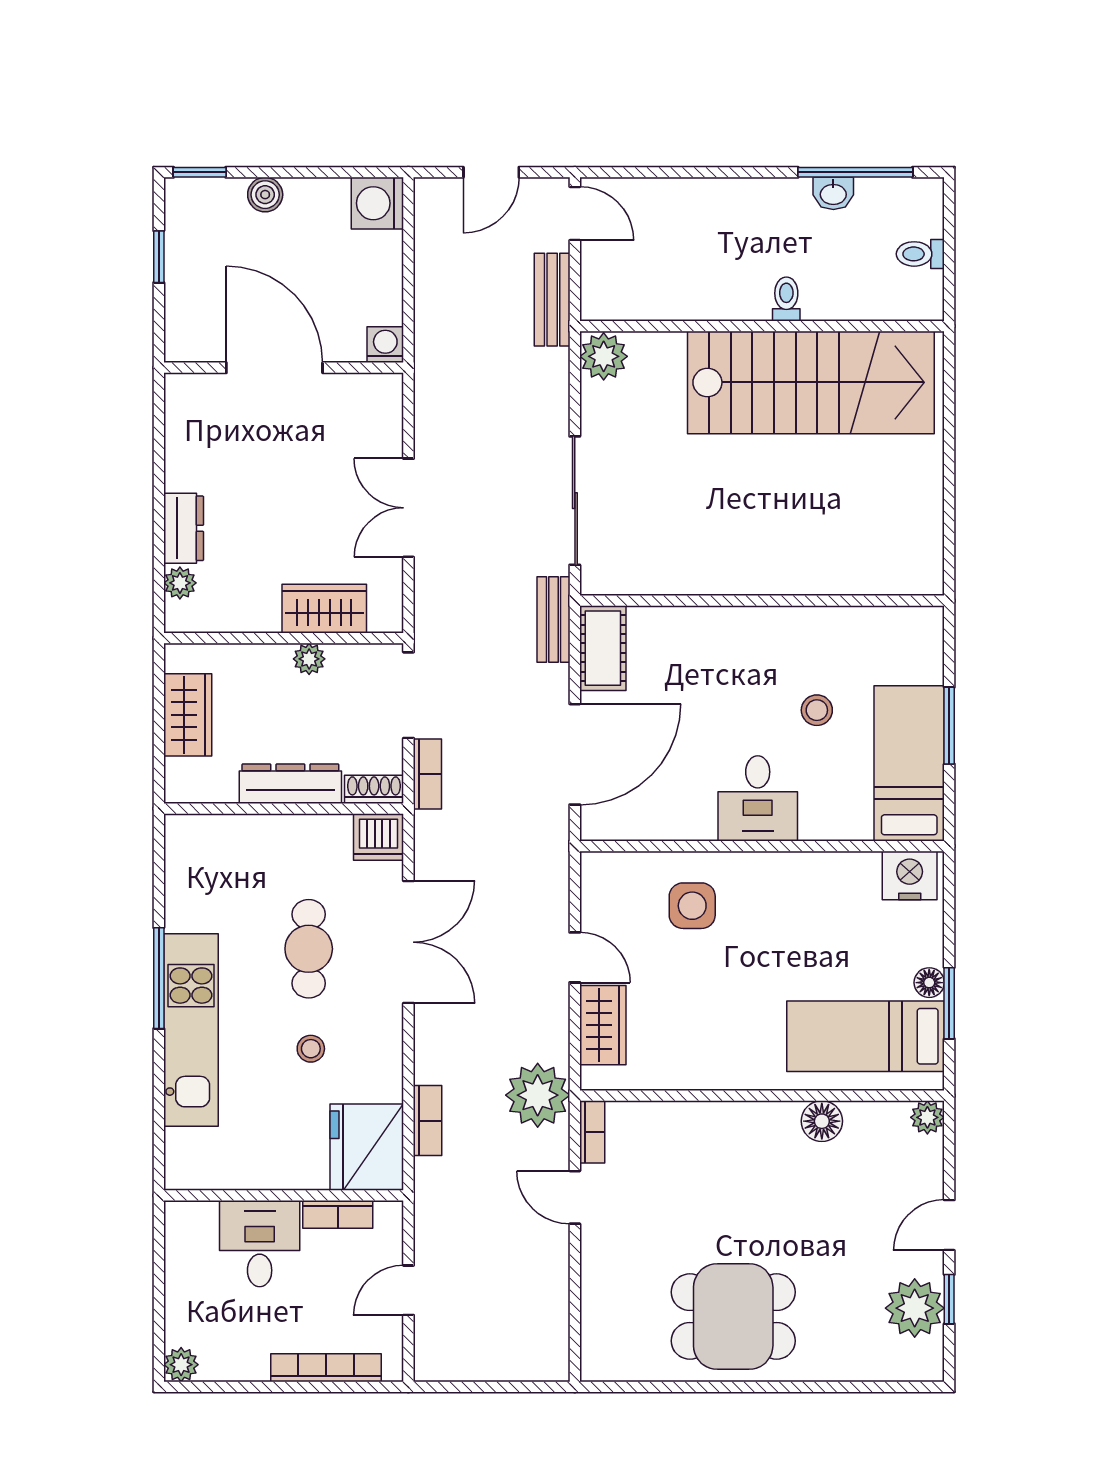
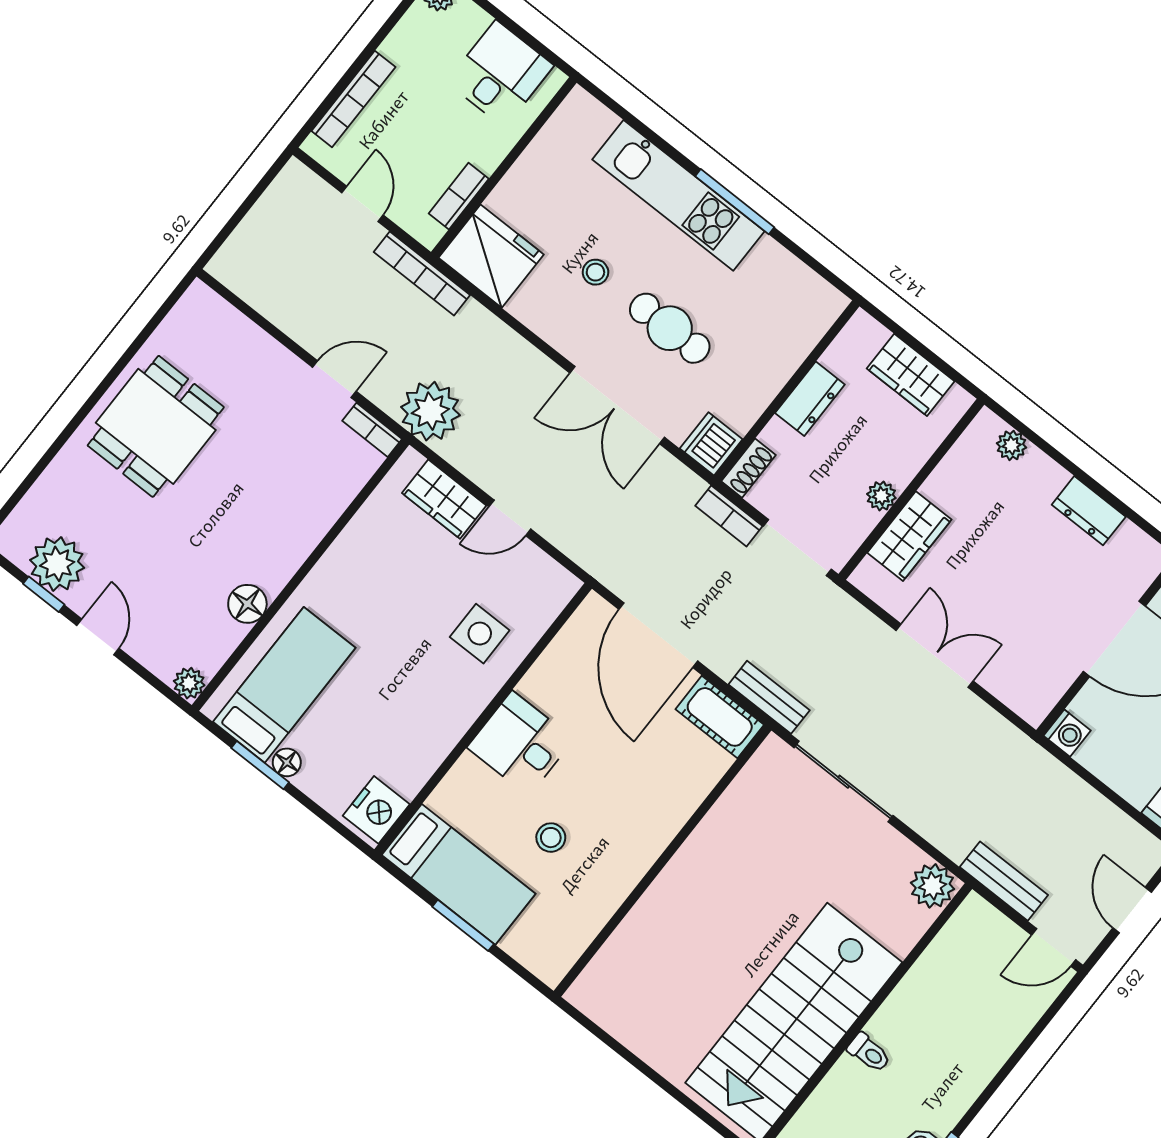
dresser: (184, 528) -> (1089, 511), moved
dresser: (290, 784) -> (810, 399), width x0.70
bookcase: (427, 1121) -> (422, 273), moved, width x1.56
desk: (260, 1244) -> (500, 74), moved, turned -90

